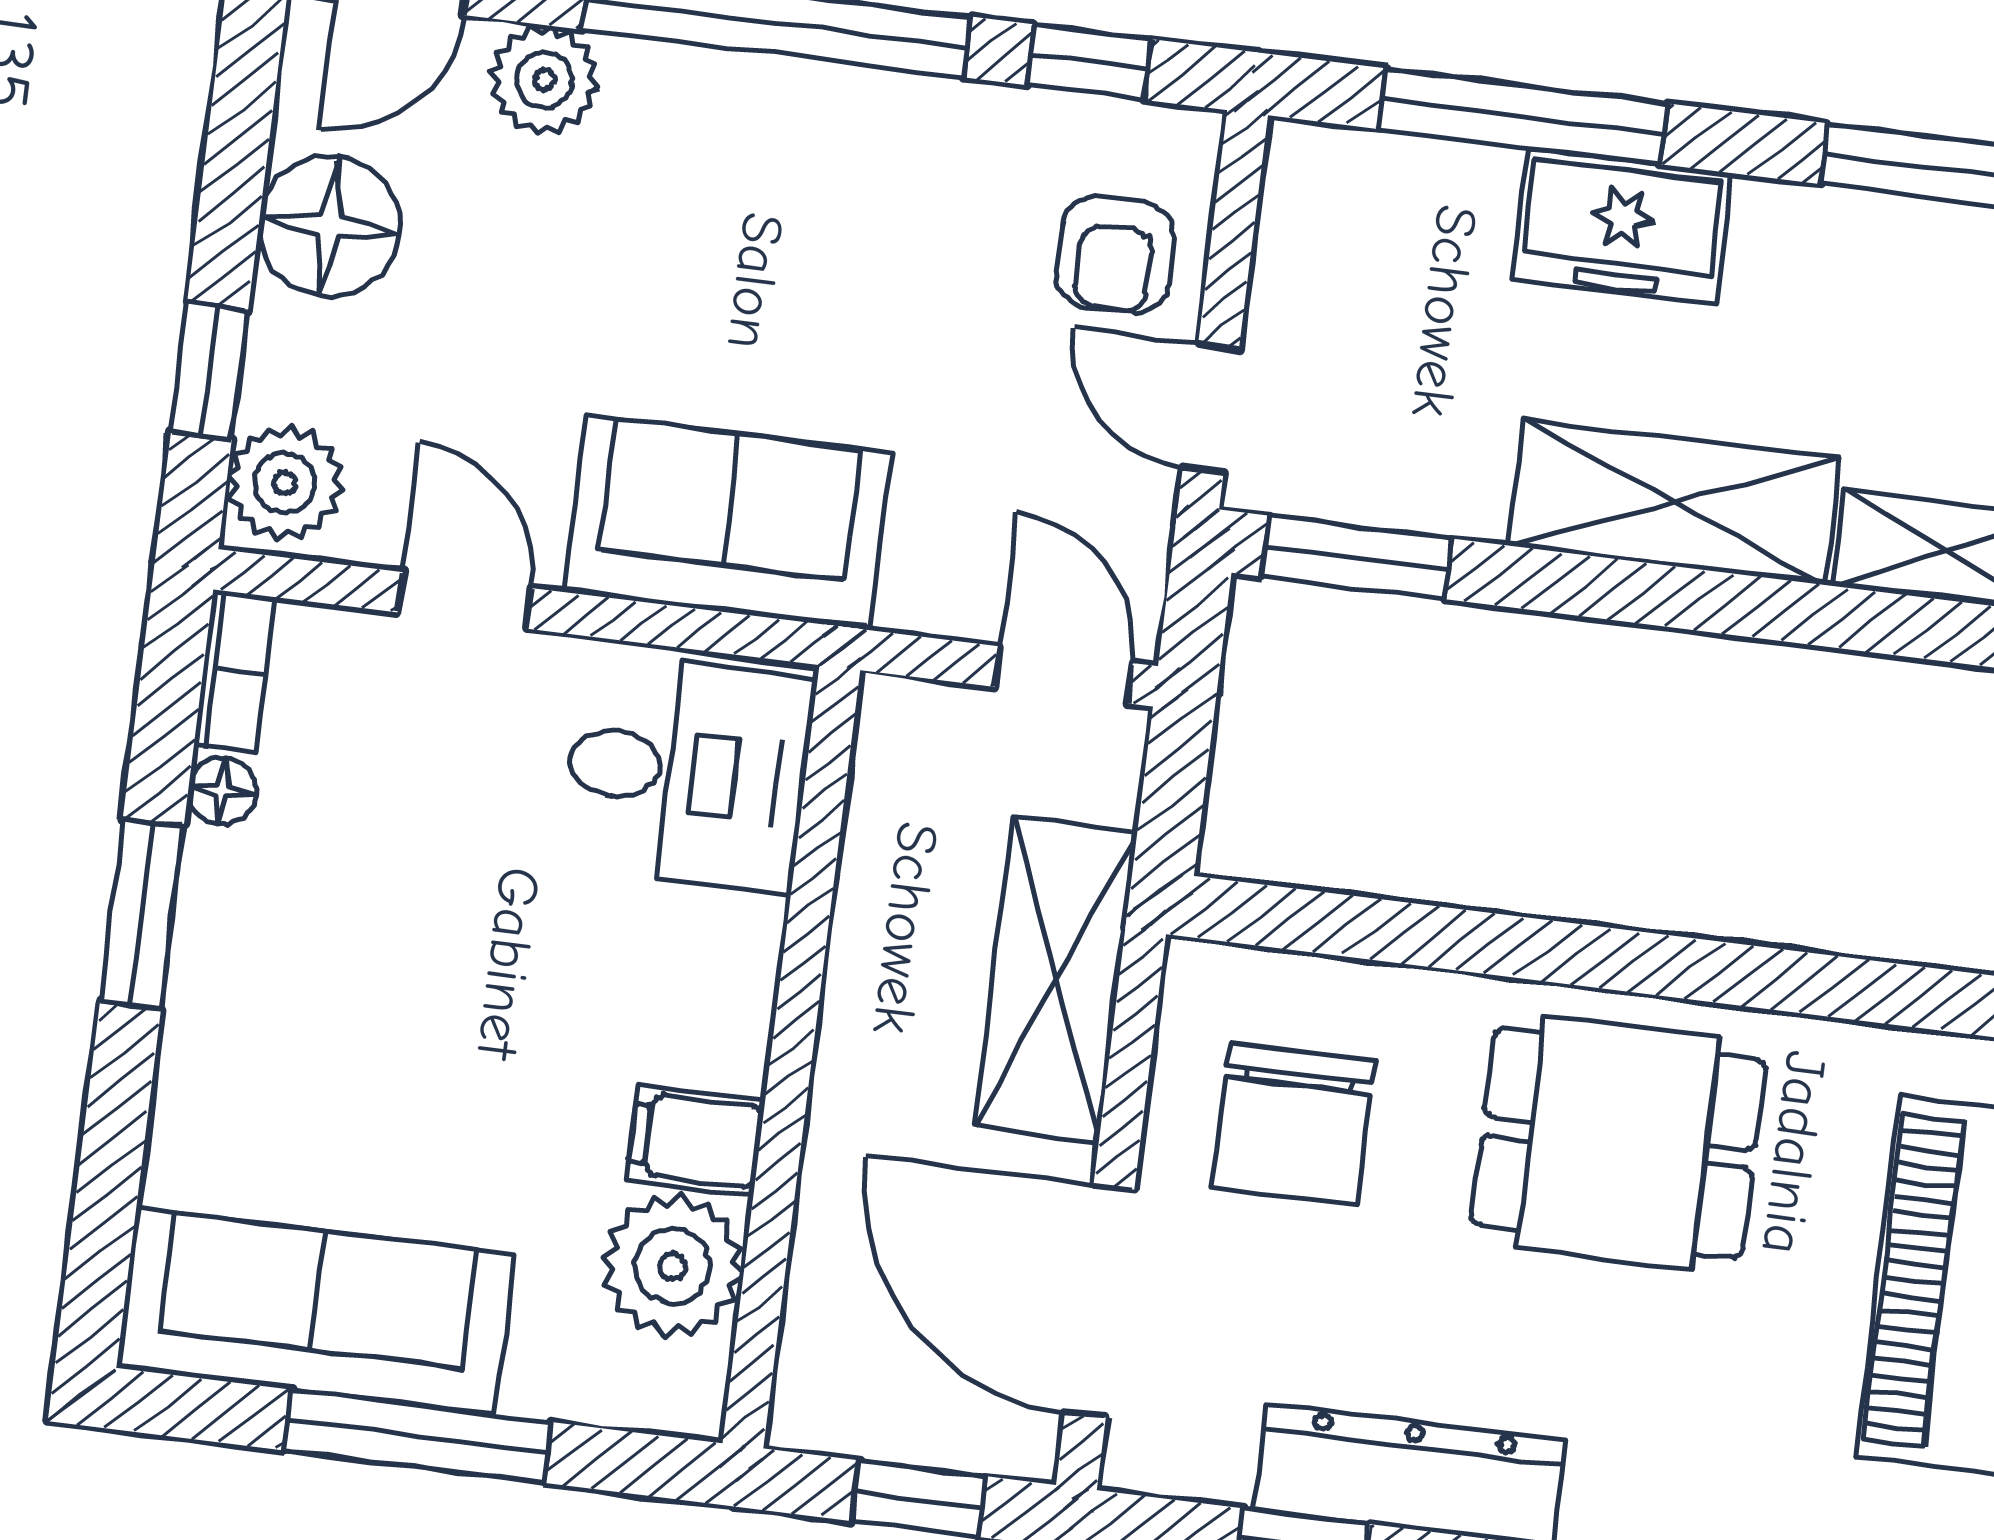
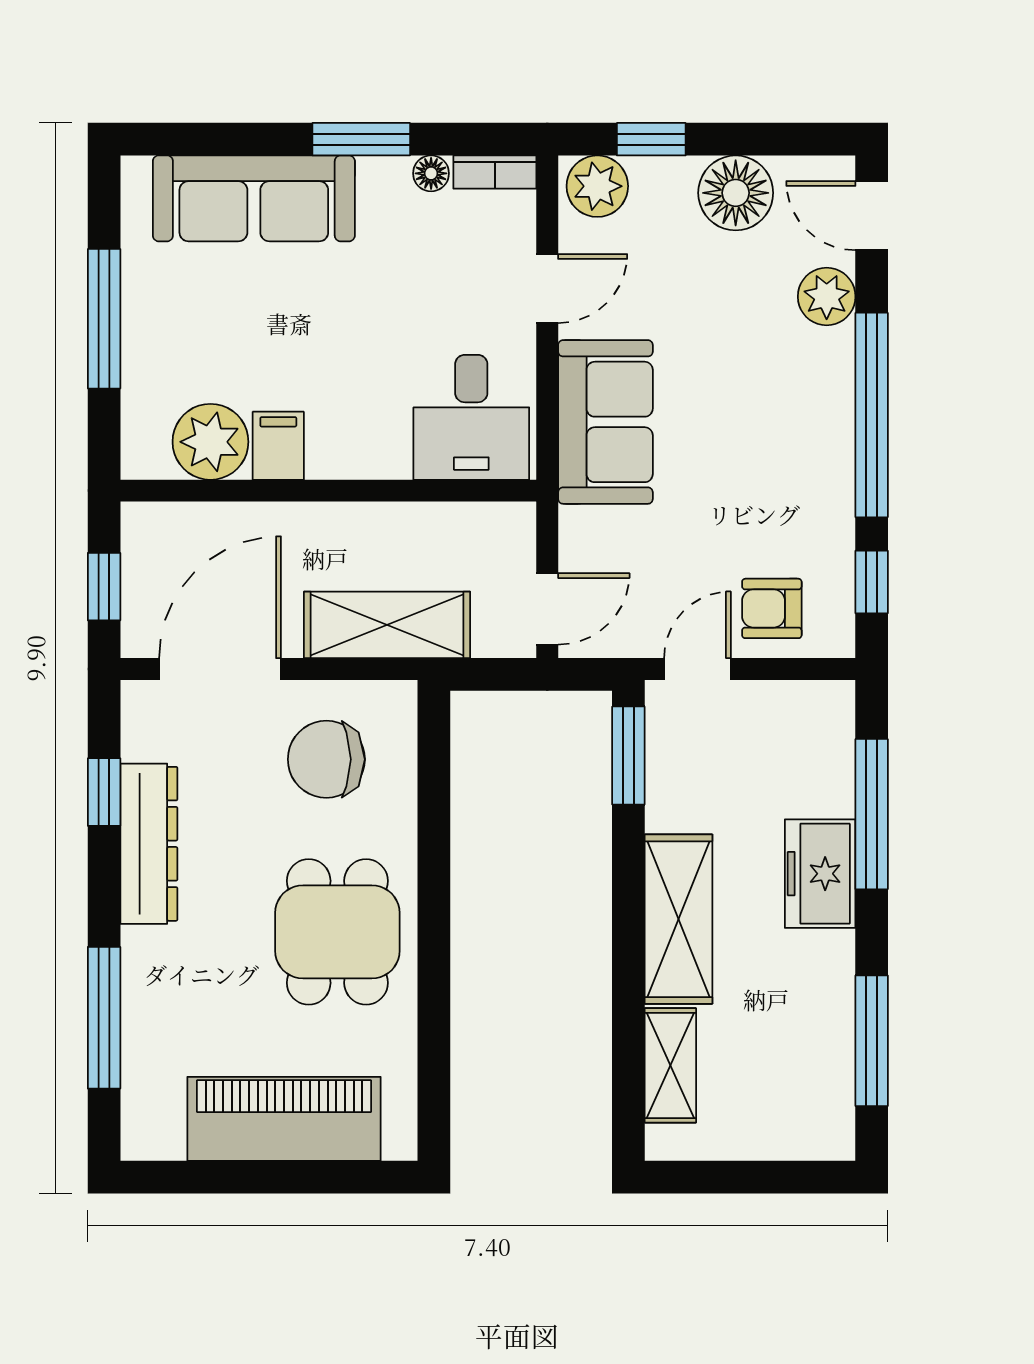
sofa: (315, 1311) -> (254, 198), moved, turned 90

